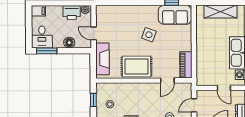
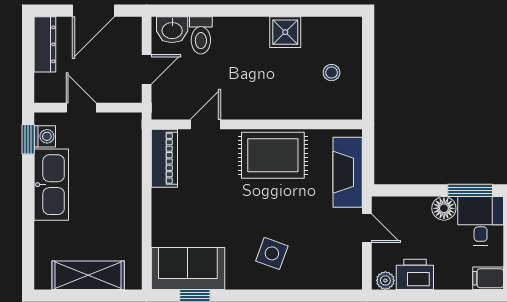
side table: (149, 35) -> (272, 253), moved
floor lamp: (69, 43) -> (444, 208), moved
window: (93, 100) -> (368, 82), removed

